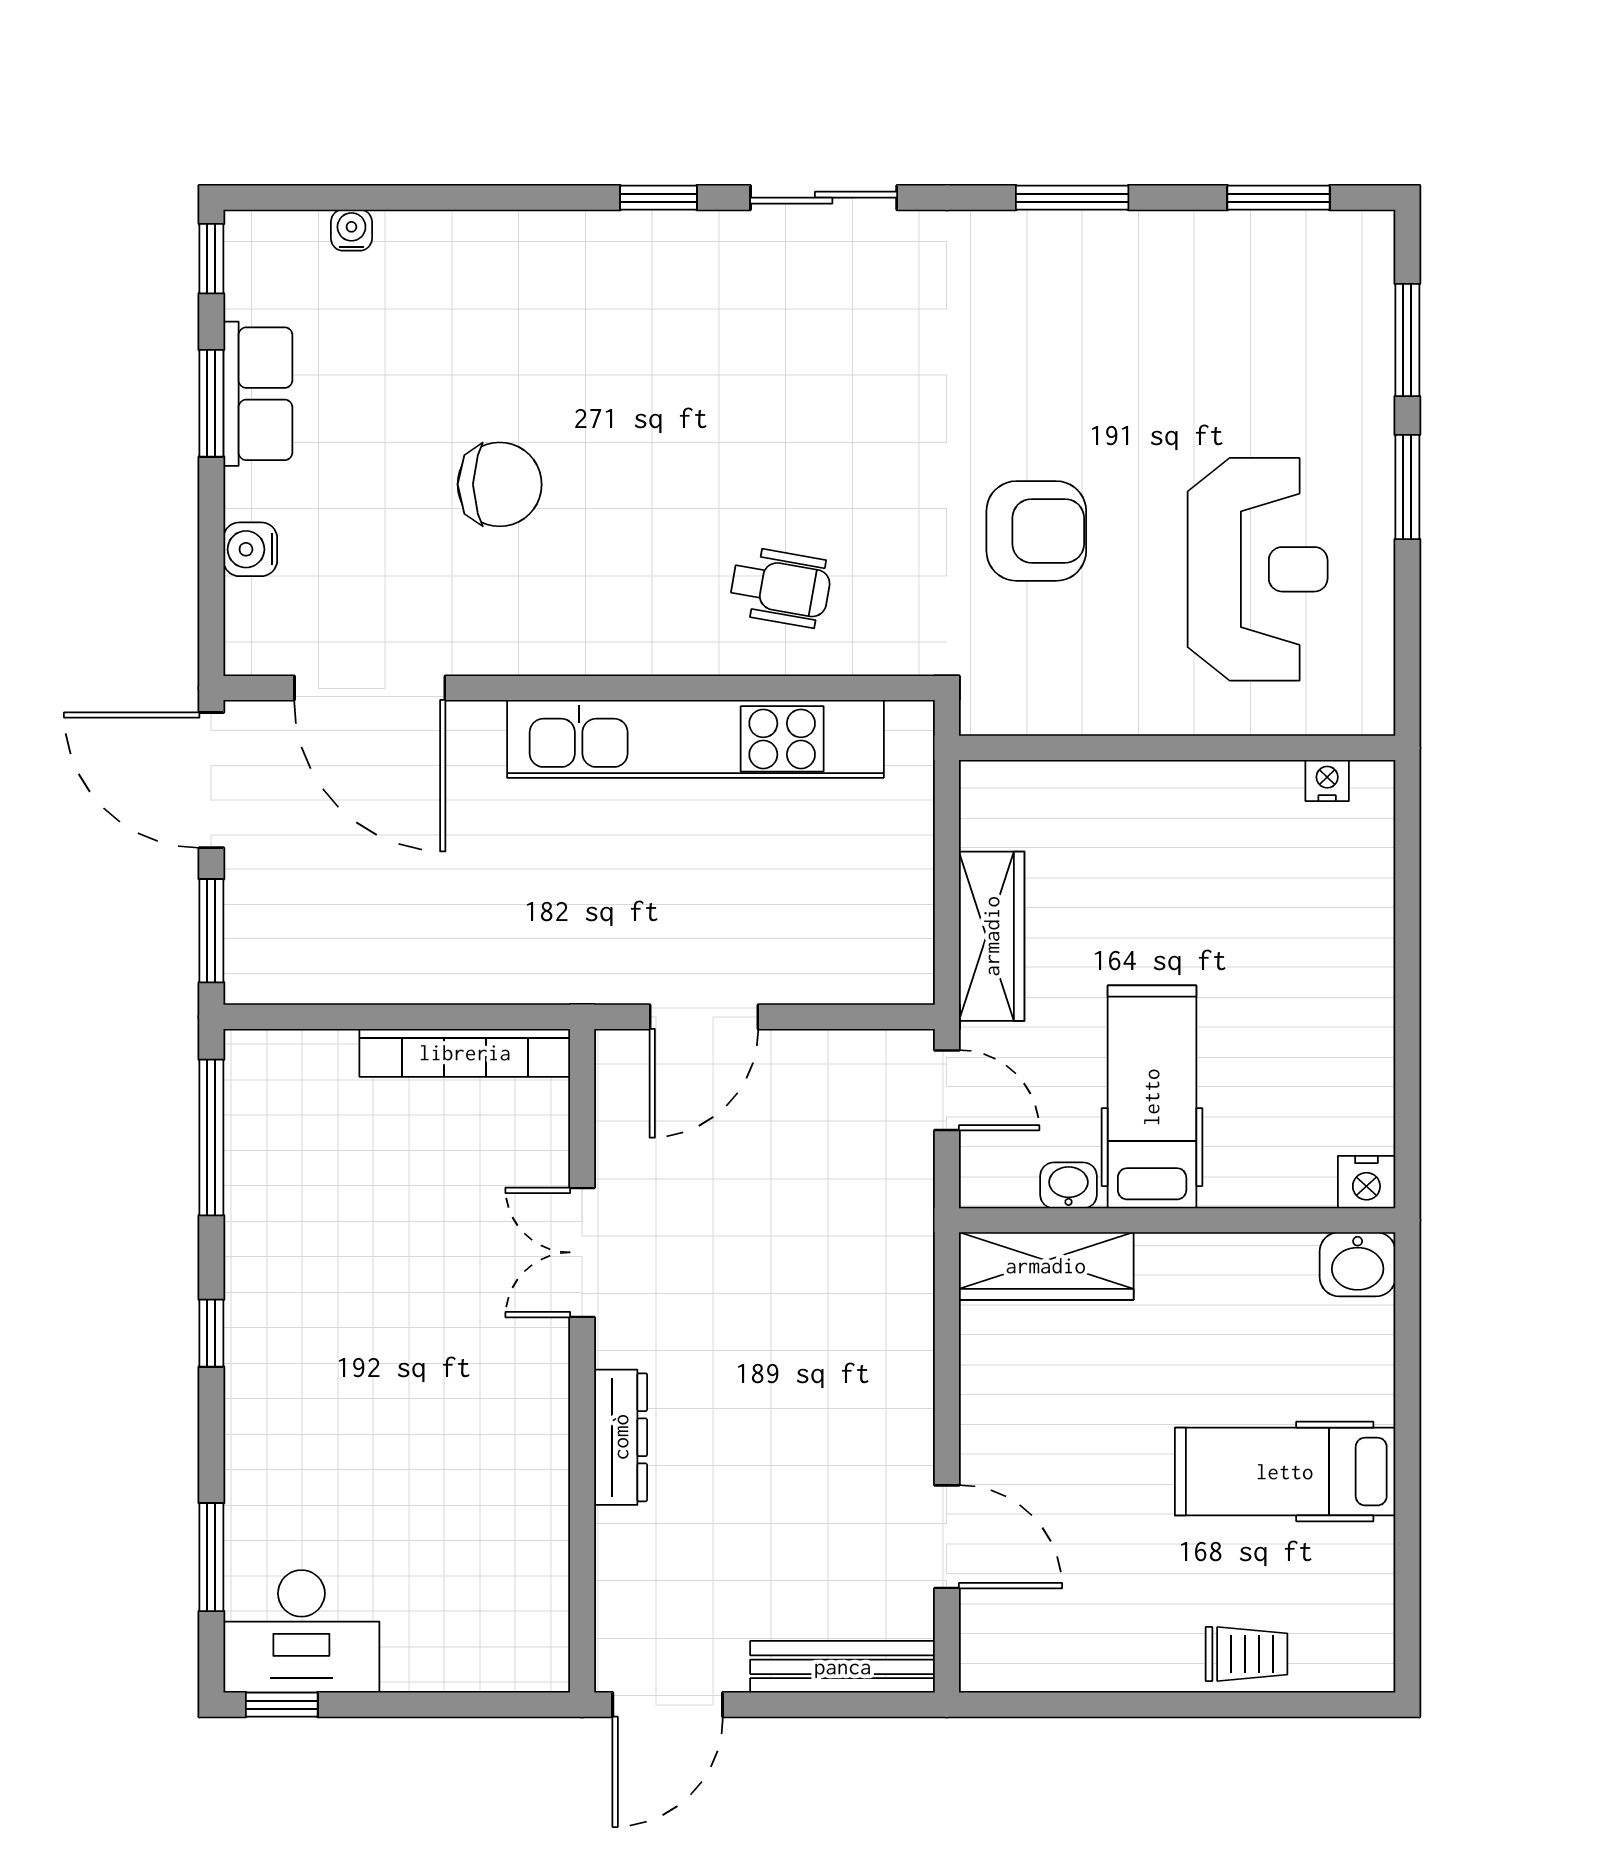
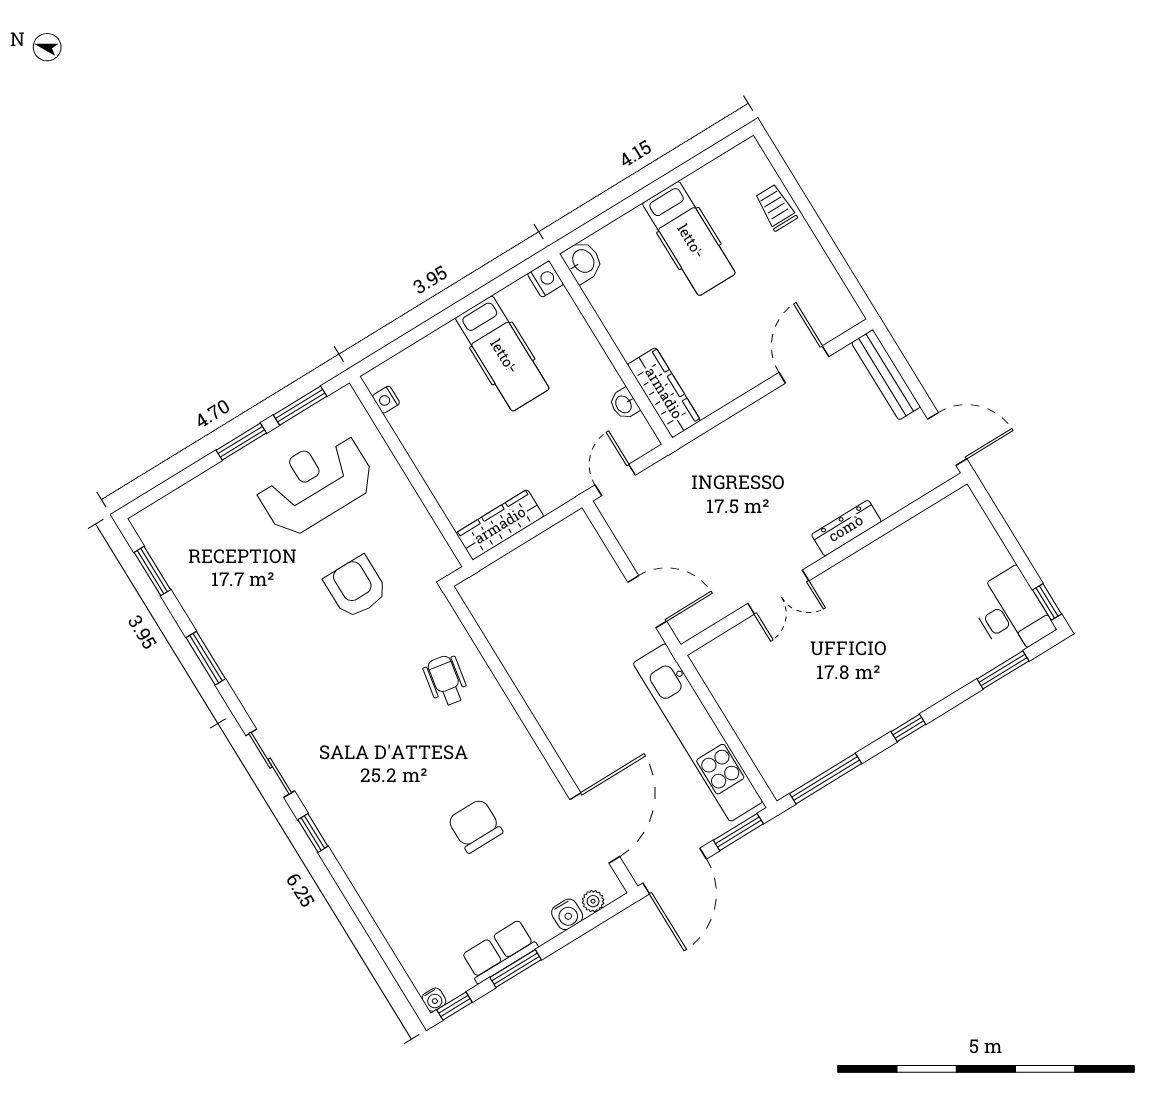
water cooler: (351, 230) -> (434, 1000), moved, turned -90
window: (1407, 340) -> (300, 406), moved
plant: (246, 608) -> (593, 901), added
kitchen unit: (695, 739) -> (698, 732), moved, turned 180
wardrobe: (992, 936) -> (500, 525), moved
bookcase: (465, 1053) -> (724, 693), removed
hospital bed: (1152, 1097) -> (502, 353), moved, turned -90

